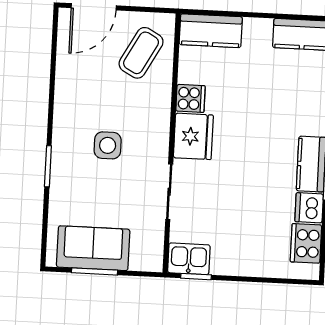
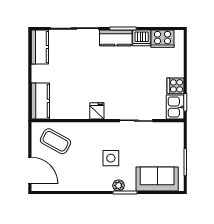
cooker: (190, 98) -> (176, 86), moved, turned -90
fridge: (193, 136) -> (97, 111), width x0.53, depth x0.75
plant: (61, 156) -> (119, 185), added
sofa: (93, 248) -> (157, 179), moved, turned 90

